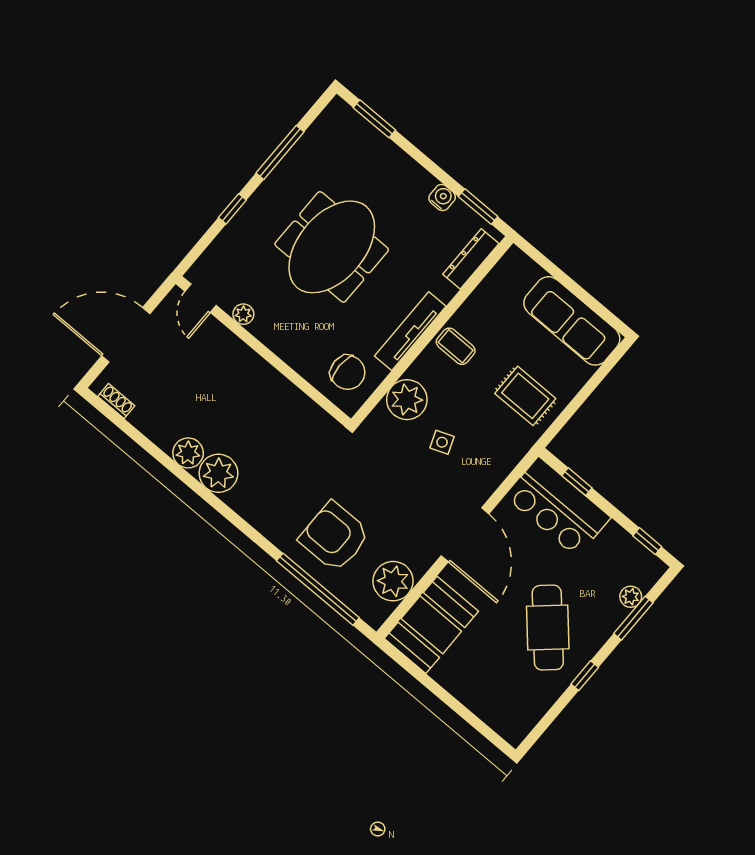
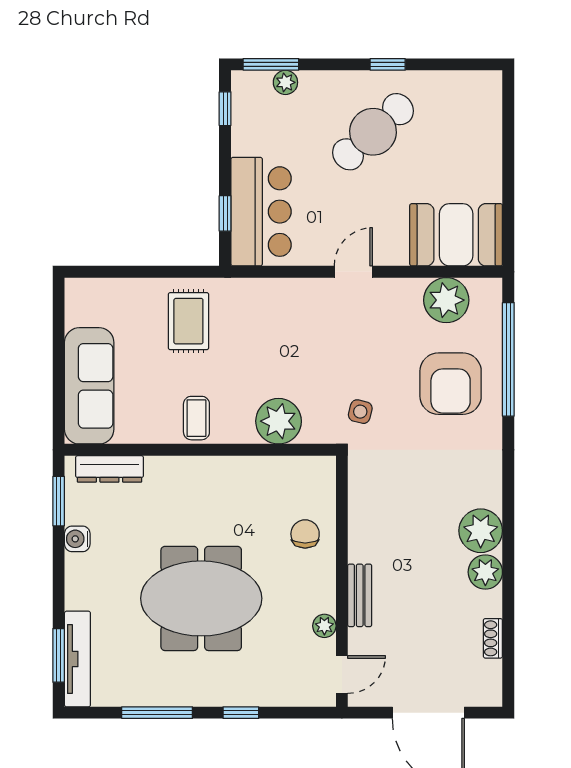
sofa: (572, 321) -> (89, 386), moved
tv unit: (410, 331) -> (77, 659), moved, turned -90
bench: (244, 355) -> (360, 595), added
chair: (348, 372) -> (305, 534), moved, width x0.73, depth x0.73
shoe rack: (116, 401) -> (493, 638), moved
side table: (442, 442) -> (360, 412), moved, turned 35
door: (465, 535) -> (353, 272), width x0.53
window: (633, 618) -> (271, 64), moved

